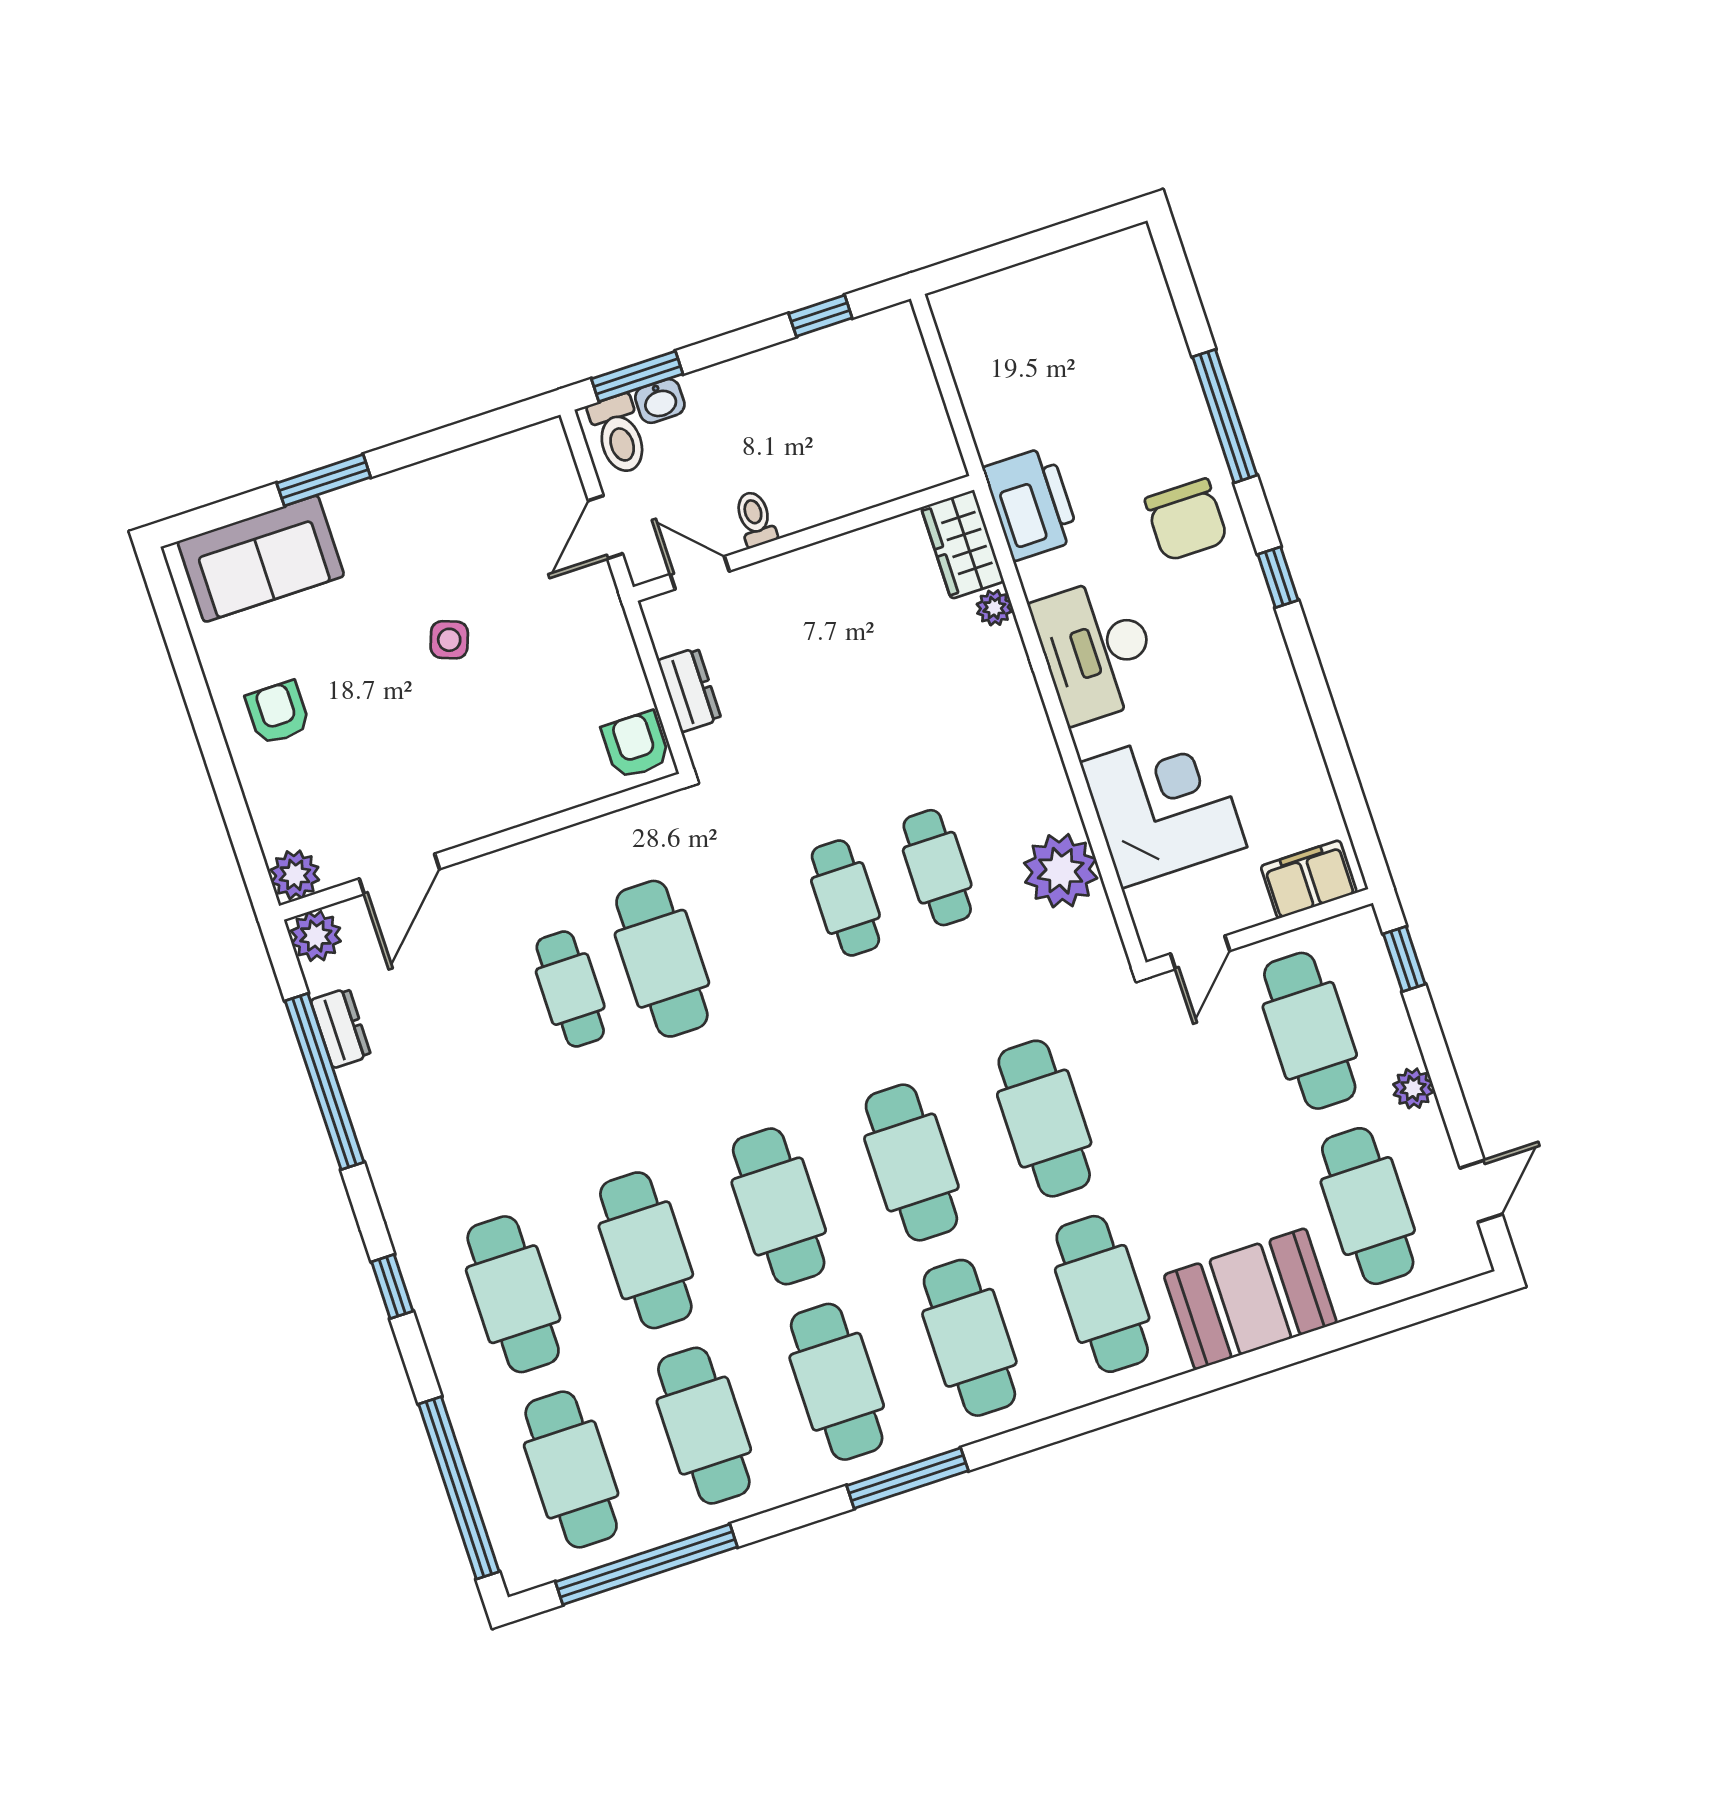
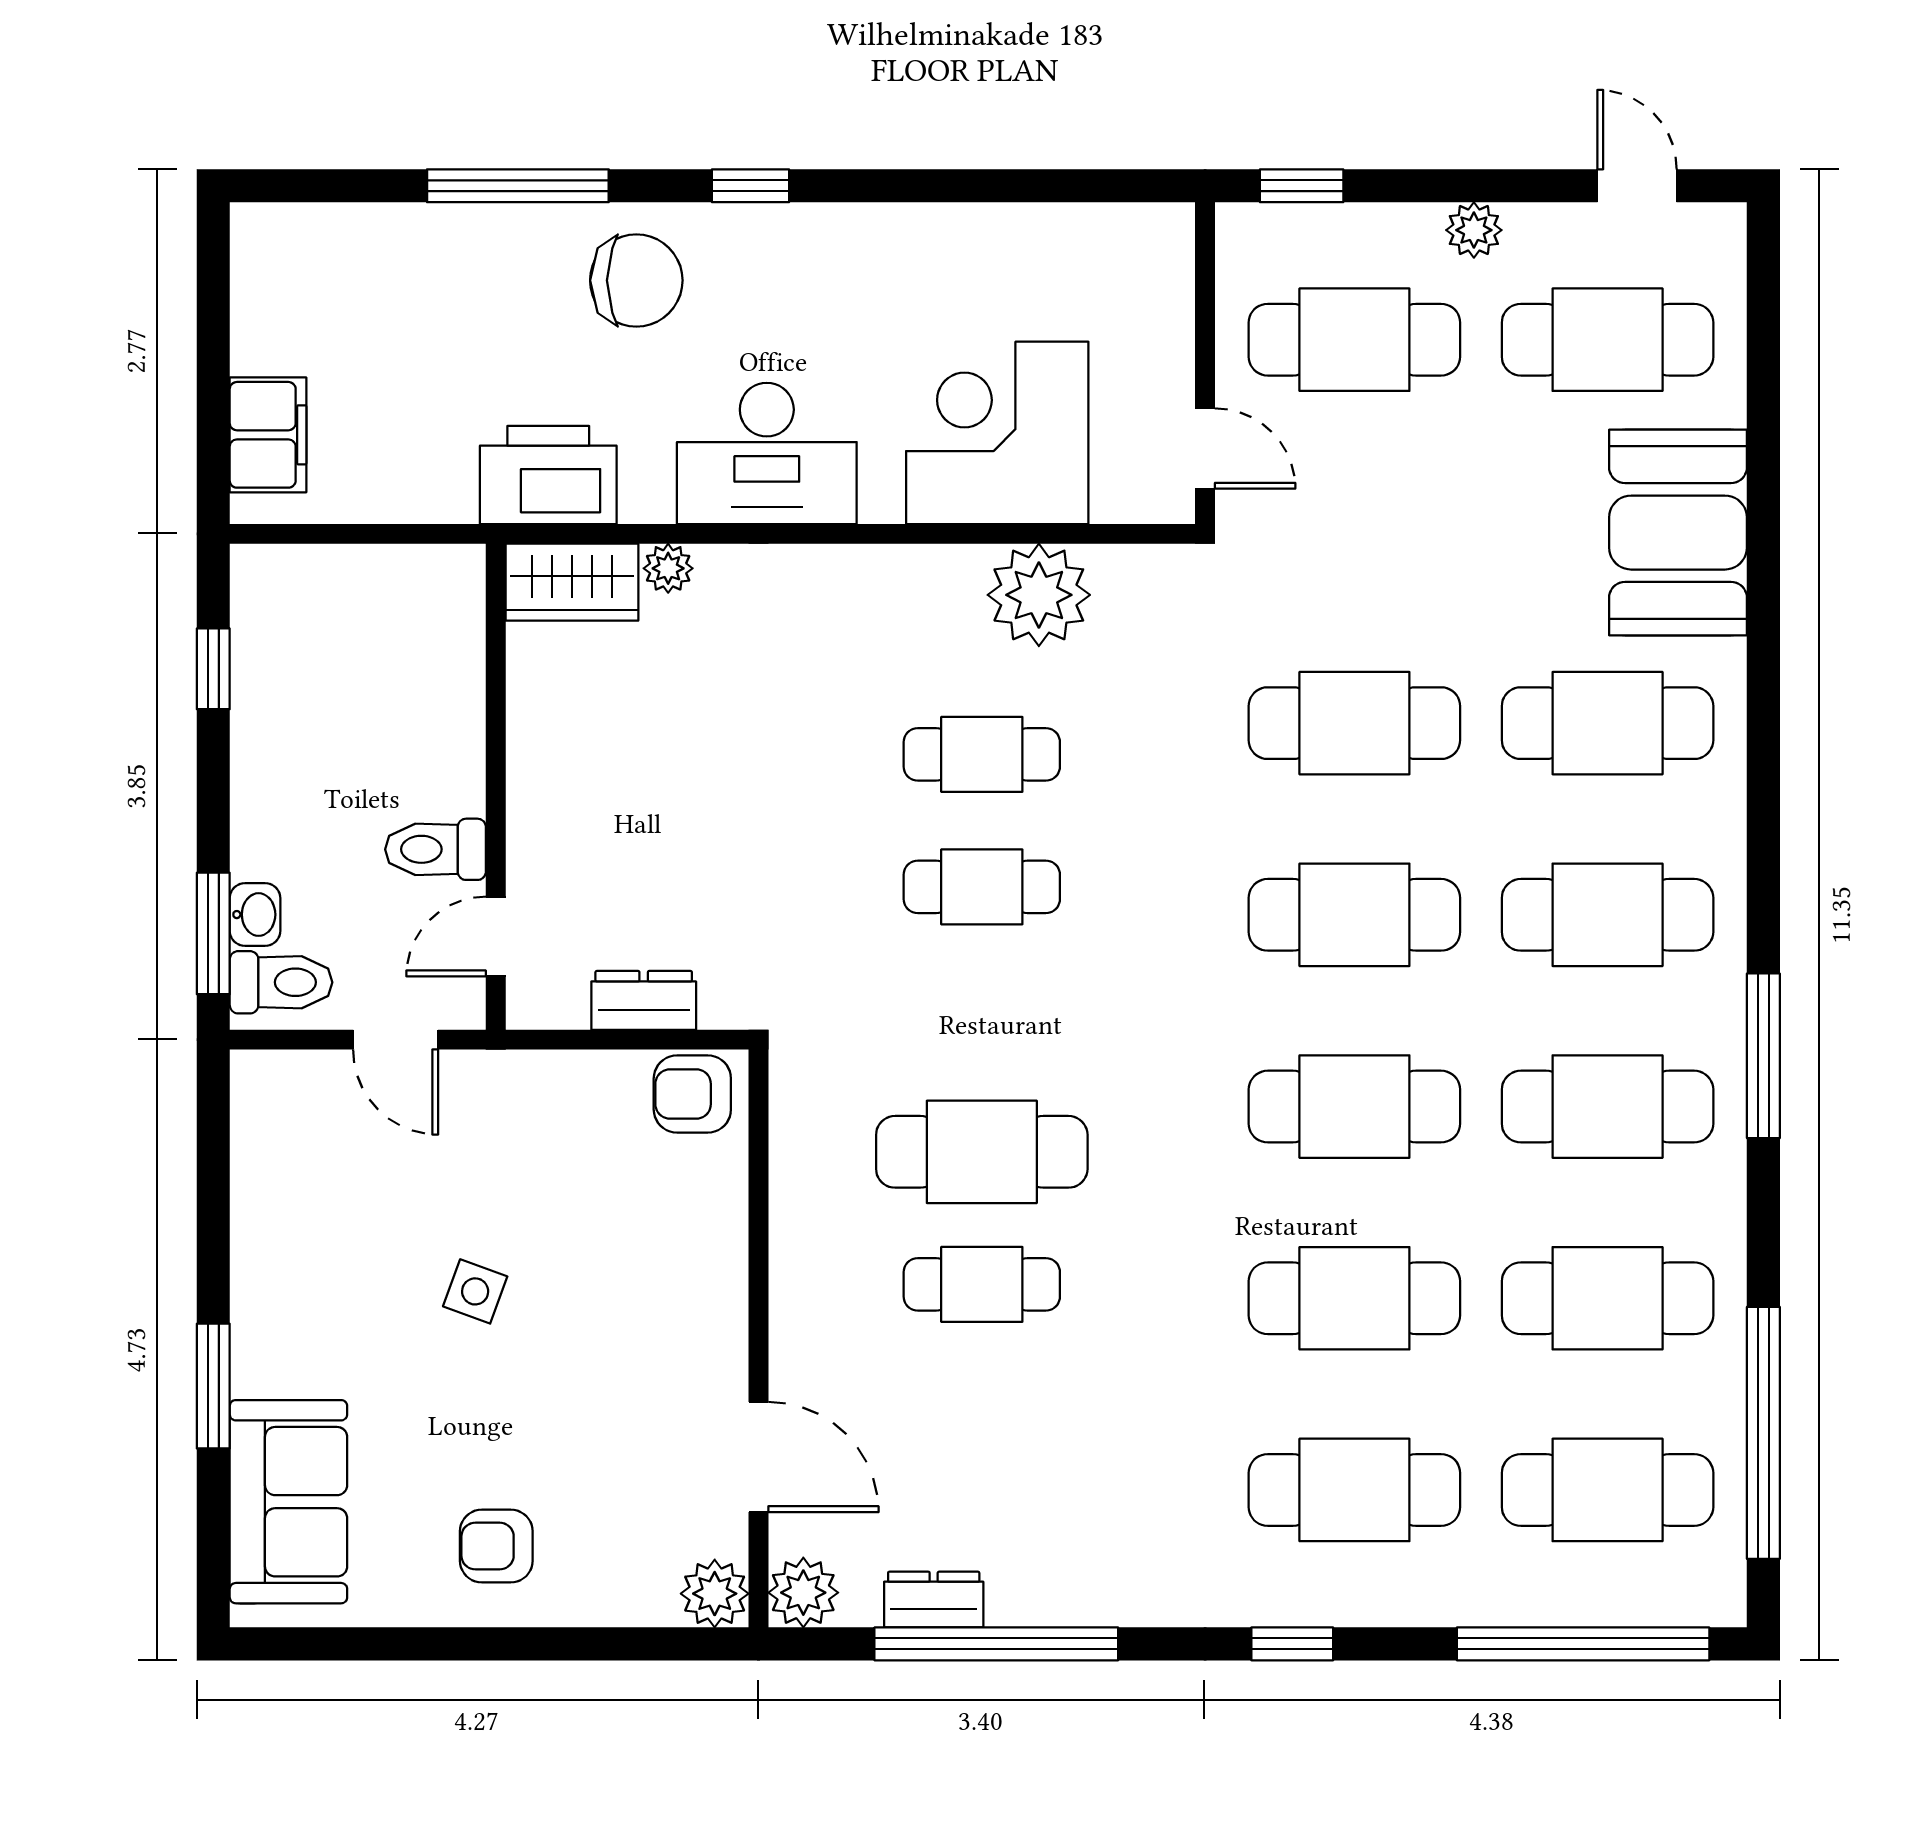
toilet: (755, 519) -> (435, 849), width x1.37, depth x1.39
filing cabinet: (1309, 879) -> (268, 435), moved, turned 180

